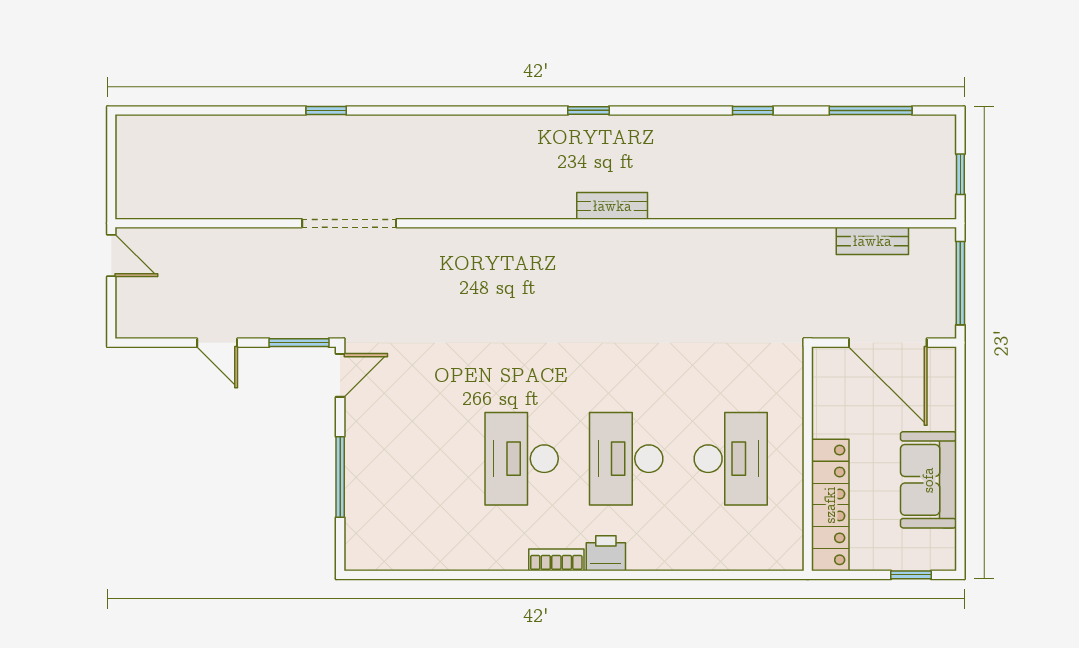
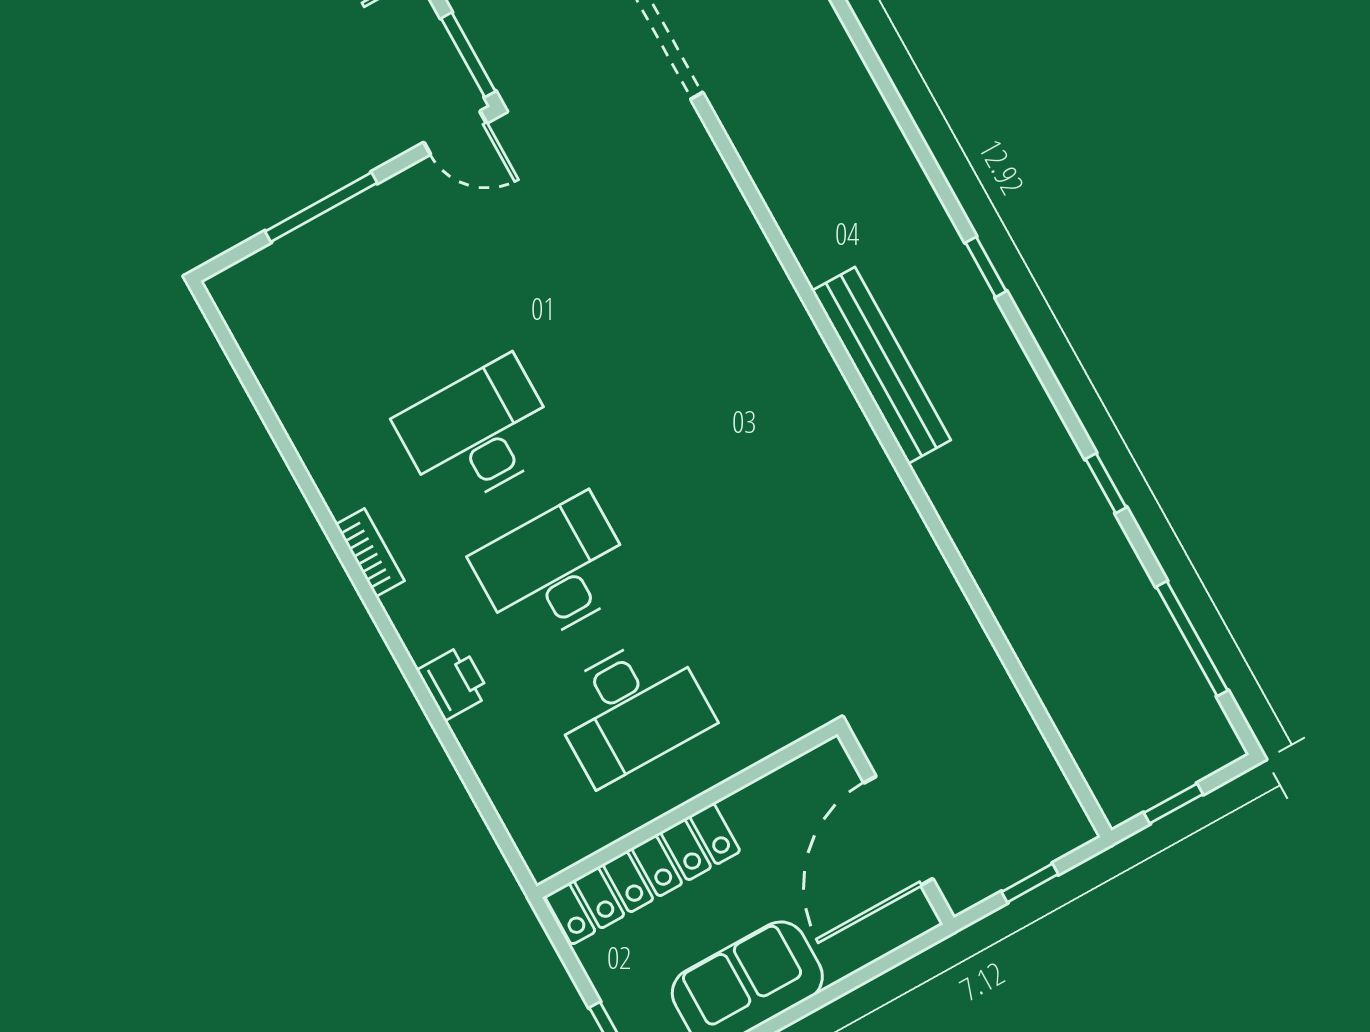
bench: (612, 206) -> (881, 365), width x1.86, depth x1.21
bench: (872, 241) -> (1021, 736), removed
window: (960, 283) -> (1030, 883), width x0.46
printer: (606, 553) -> (454, 683), moved

